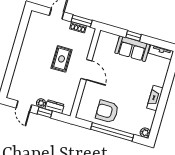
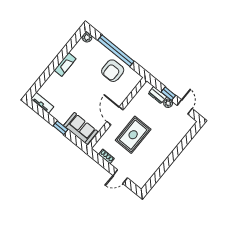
window: (82, 21) -> (101, 161), removed
sofa: (132, 49) -> (81, 129), moved
rug: (62, 59) -> (133, 135), width x1.36, depth x1.43
armchair: (107, 112) -> (113, 71), turned 90

